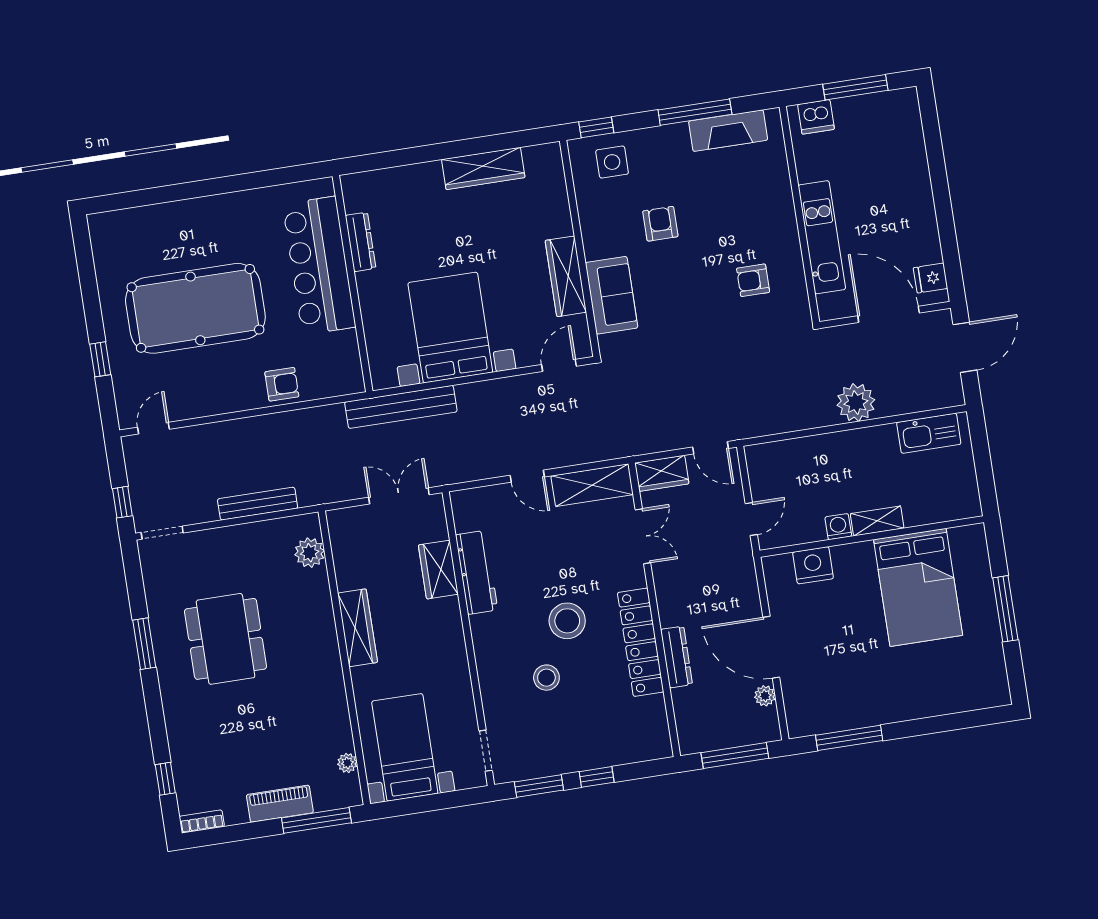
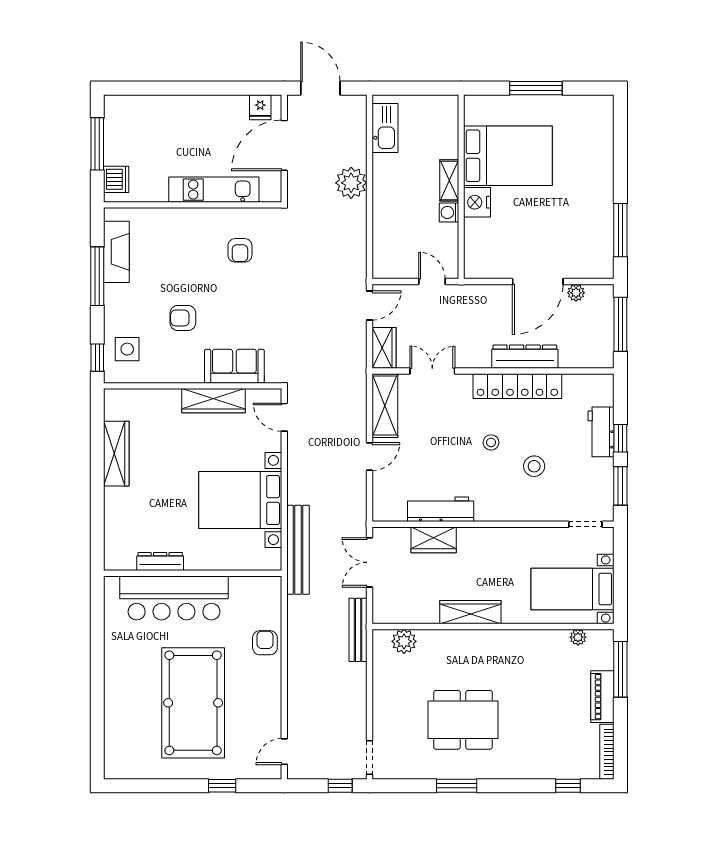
door: (153, 428) -> (284, 752), hinge flipped
bench: (258, 504) -> (358, 630), moved
nightstand: (813, 565) -> (477, 202), moved
stool: (567, 621) -> (491, 442), width x0.53, depth x0.53
dresser: (677, 657) -> (525, 357), width x1.37, depth x1.24
workbench: (601, 752) -> (601, 432), added
bookcase: (202, 821) -> (607, 752), width x1.56

